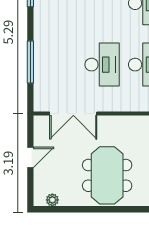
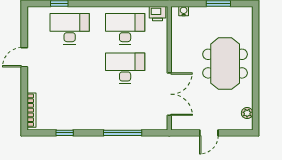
door: (30, 157) -> (209, 133), swing flipped
meeting table: (107, 175) -> (225, 64), turned 90

